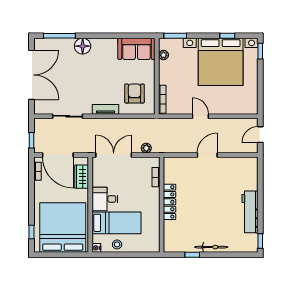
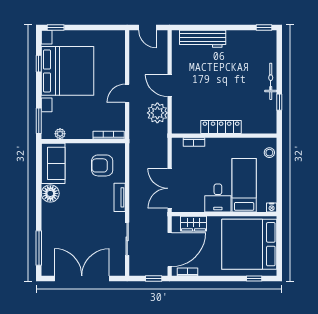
floor lamp: (83, 46) -> (50, 193), moved
plant: (146, 148) -> (157, 113), moved, width x1.88, depth x1.88
workbench: (250, 212) -> (203, 39), moved
stool: (117, 244) -> (269, 153), moved

